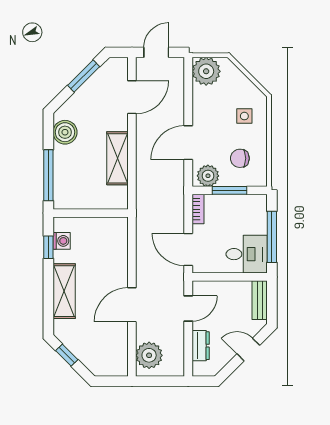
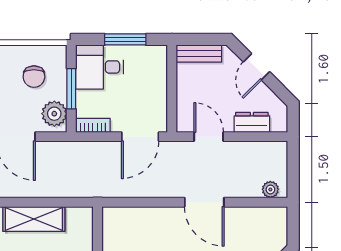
window: (272, 237) -> (125, 39), width x0.69
desk: (247, 254) -> (100, 67), moved, turned -90
plant: (149, 355) -> (270, 189), width x0.53, depth x0.53

